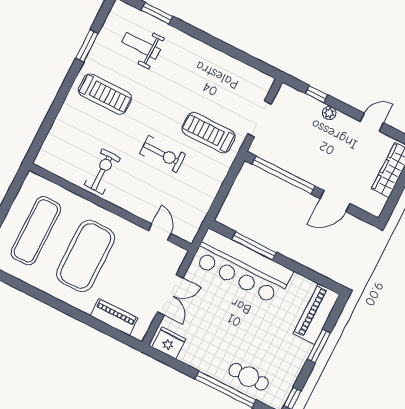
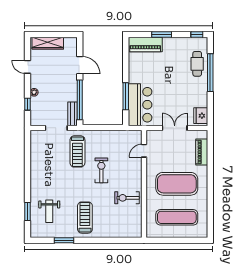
bench: (268, 154) -> (73, 114), added
bar counter: (242, 267) -> (140, 105), width x0.73

